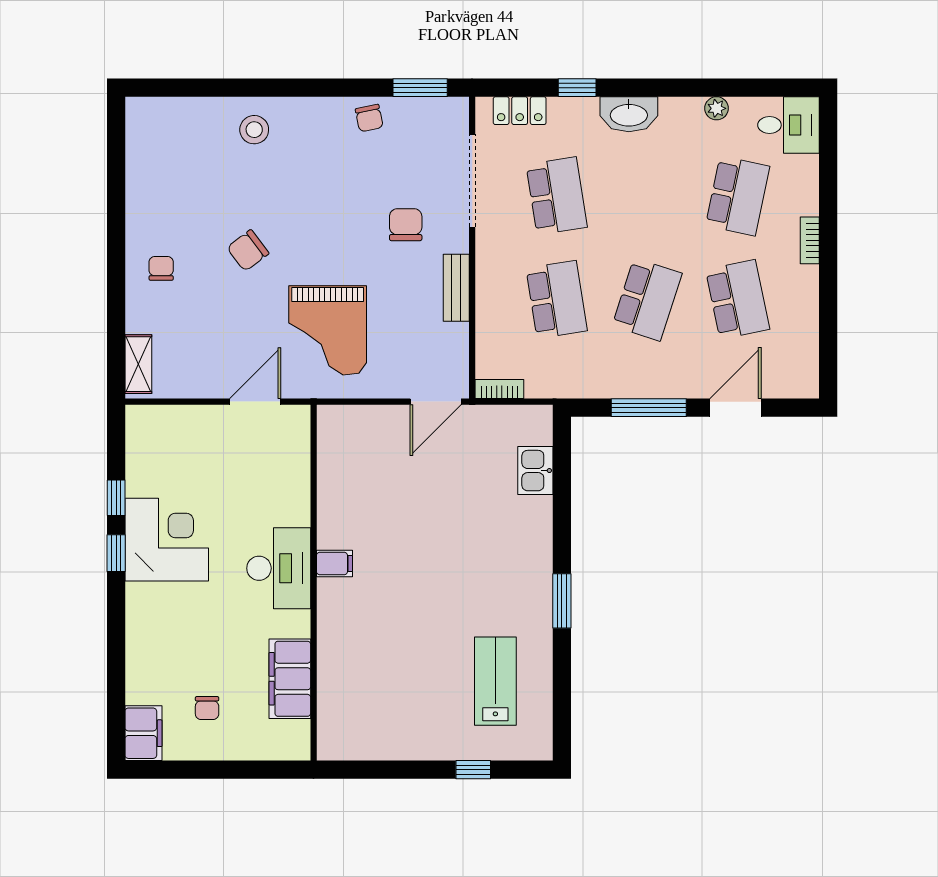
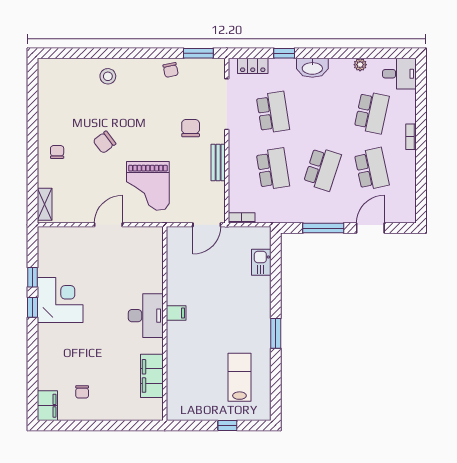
filing cabinet: (334, 563) -> (176, 313), moved
desk: (279, 568) -> (146, 316), moved
wall: (314, 583) -> (165, 324), moved
filing cabinet: (290, 679) -> (152, 376), moved

